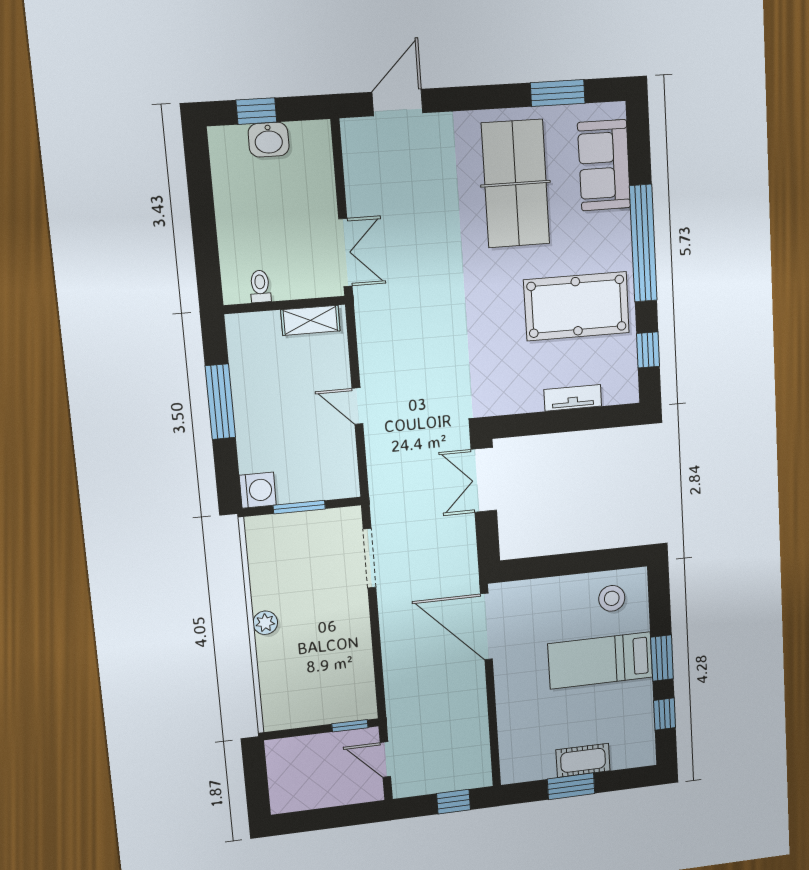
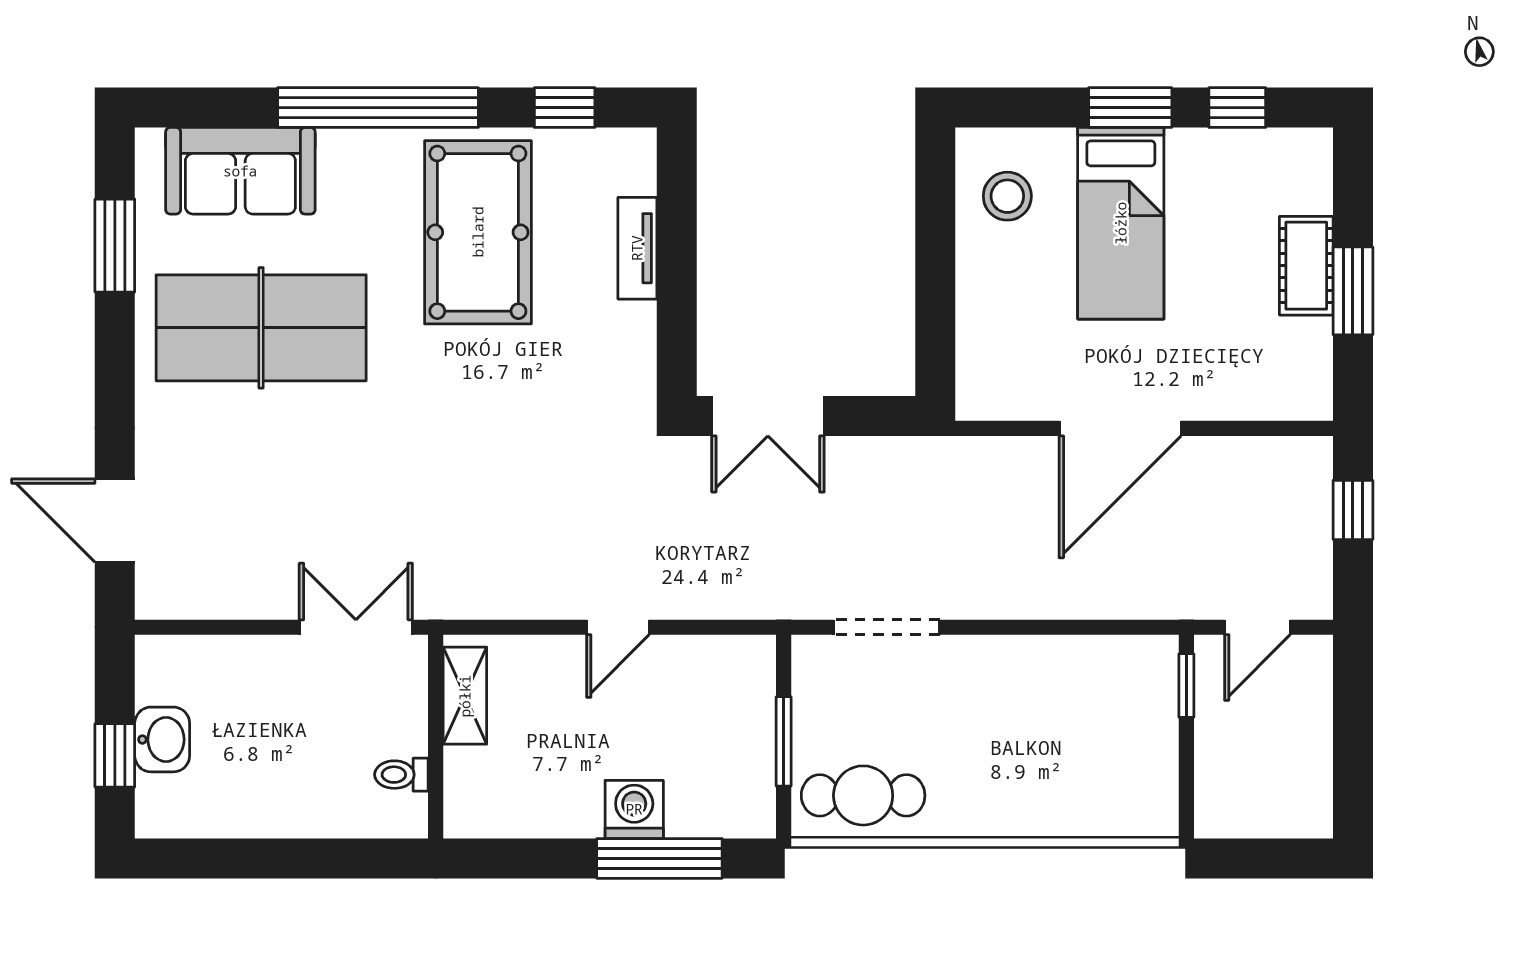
window: (220, 402) -> (659, 858), moved
washing machine: (258, 490) -> (634, 809), moved
cafe table: (272, 555) -> (863, 795), added
plant: (265, 623) -> (982, 817), removed
door: (486, 627) -> (1120, 428), moved

